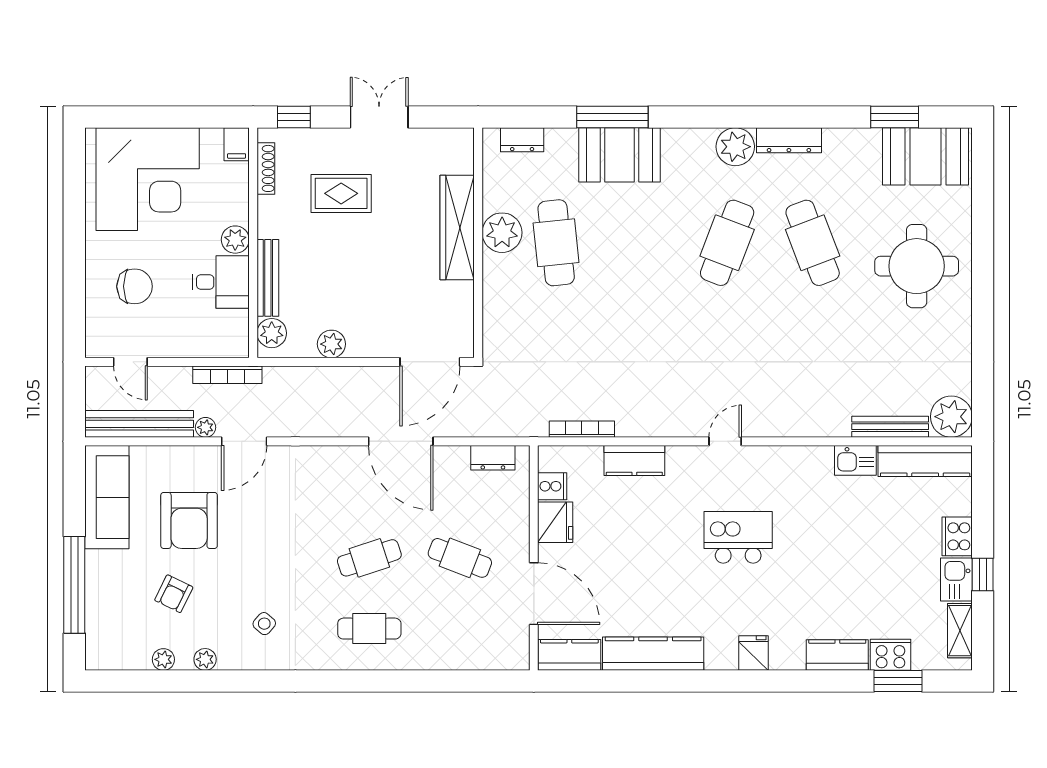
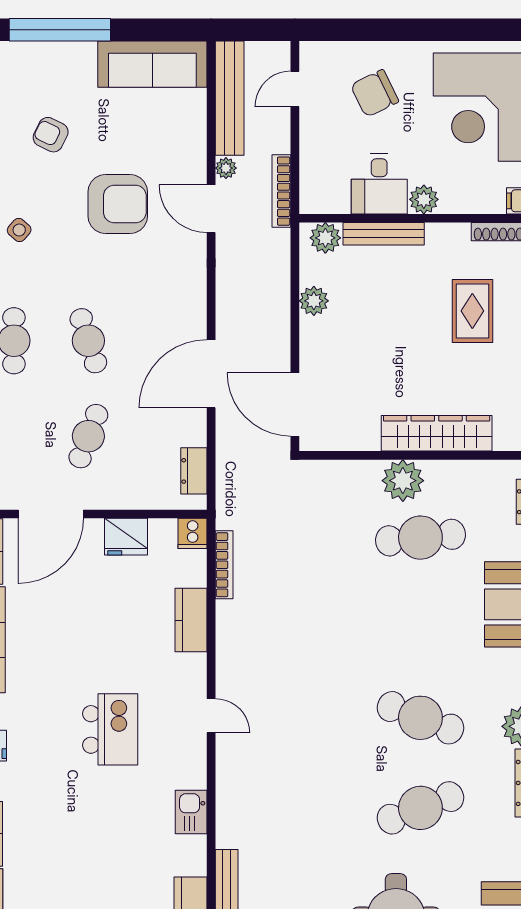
plant: (502, 233) -> (403, 481), moved
chair: (135, 286) -> (375, 93), turned 64
kitchen sink: (855, 460) -> (191, 812), moved
cooker: (552, 486) -> (193, 533), moved
armchair: (189, 520) -> (118, 204), moved, turned 180

